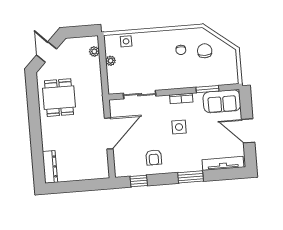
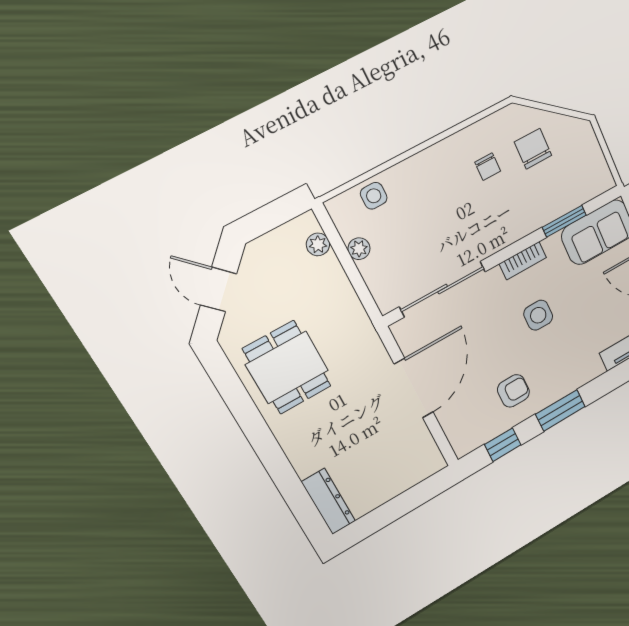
sliding door: (140, 95) -> (443, 289), width x1.37
armchair: (154, 157) -> (513, 391), turned -90
window: (191, 177) -> (560, 410), moved

